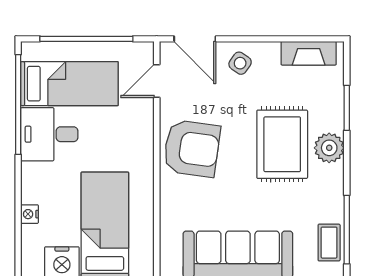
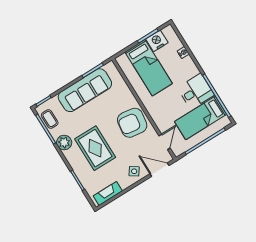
plant: (329, 148) -> (64, 142), moved

